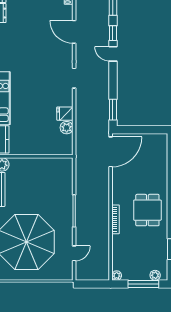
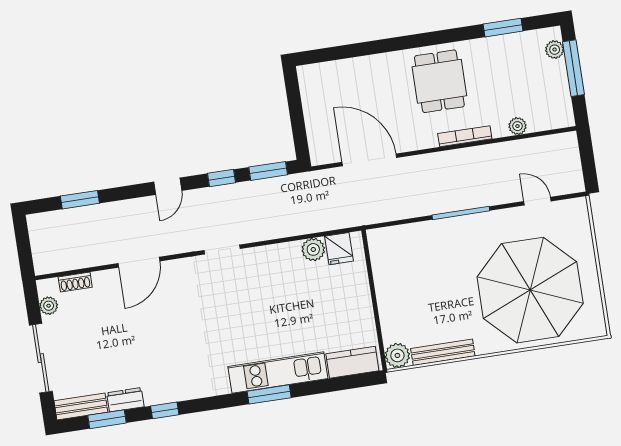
window: (113, 33) -> (221, 178), moved
fridge: (65, 114) -> (339, 249), moved
door: (111, 152) -> (369, 160), moved
dining table: (147, 210) -> (439, 81), turned 90
plant: (117, 276) -> (518, 126), moved

